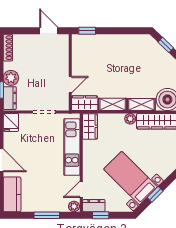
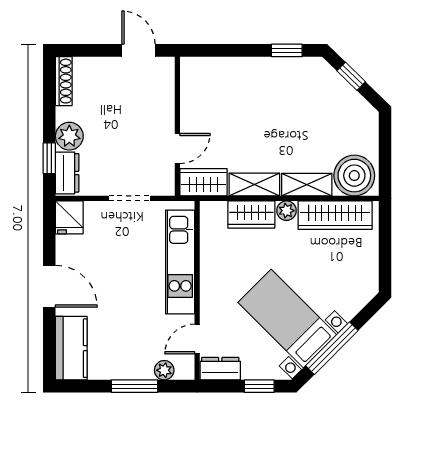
window: (87, 31) -> (287, 50), moved
wardrobe: (90, 126) -> (251, 214), moved, turned 90
window: (155, 194) -> (332, 348), width x2.17
plant: (74, 206) -> (164, 370), moved
window: (101, 215) -> (259, 386), moved

